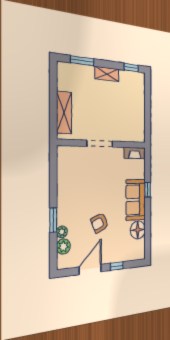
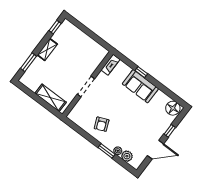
armchair: (100, 223) -> (102, 124), moved
floor lamp: (138, 230) -> (173, 108), moved
door: (90, 269) -> (155, 150), swing flipped

